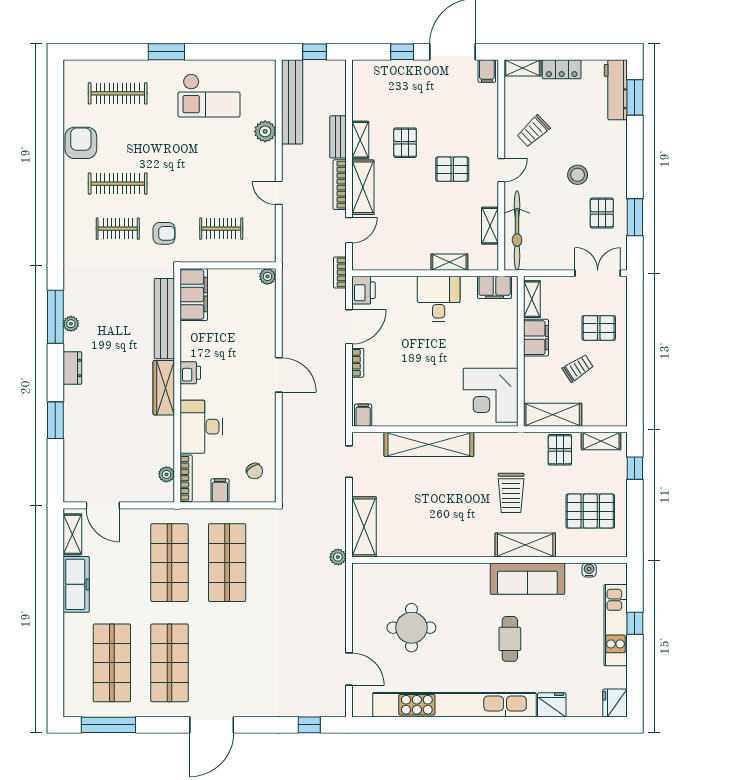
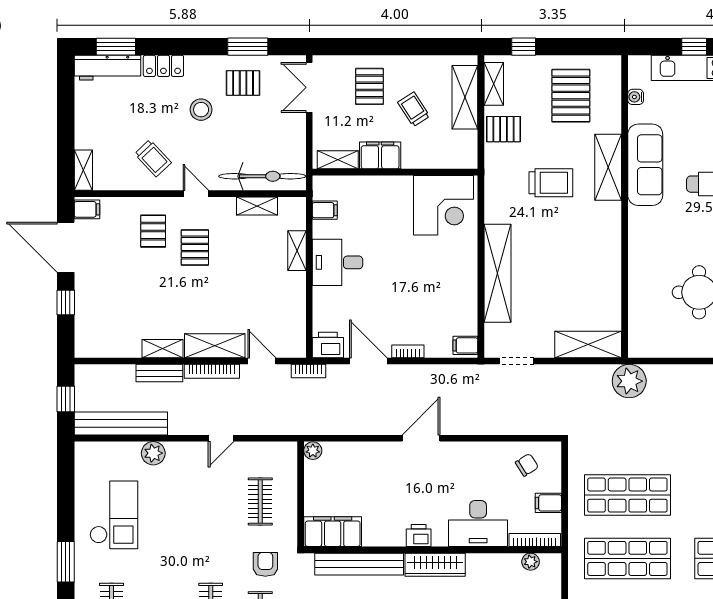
locker: (562, 69) -> (163, 66), moved, turned 90
pallet: (405, 143) -> (153, 231), moved, turned 90
filing cabinet: (495, 287) -> (325, 210), width x0.50
shelving: (553, 415) -> (465, 97), moved
plant: (338, 557) -> (629, 381), width x1.88, depth x1.88

